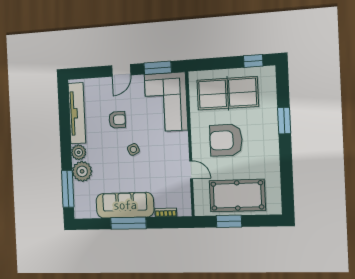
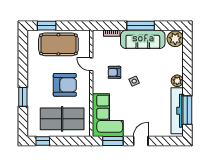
armchair: (117, 120) -> (114, 72), moved
plant: (82, 171) -> (175, 39), moved
window: (68, 189) -> (187, 110), moved
window: (229, 221) -> (47, 26), moved

